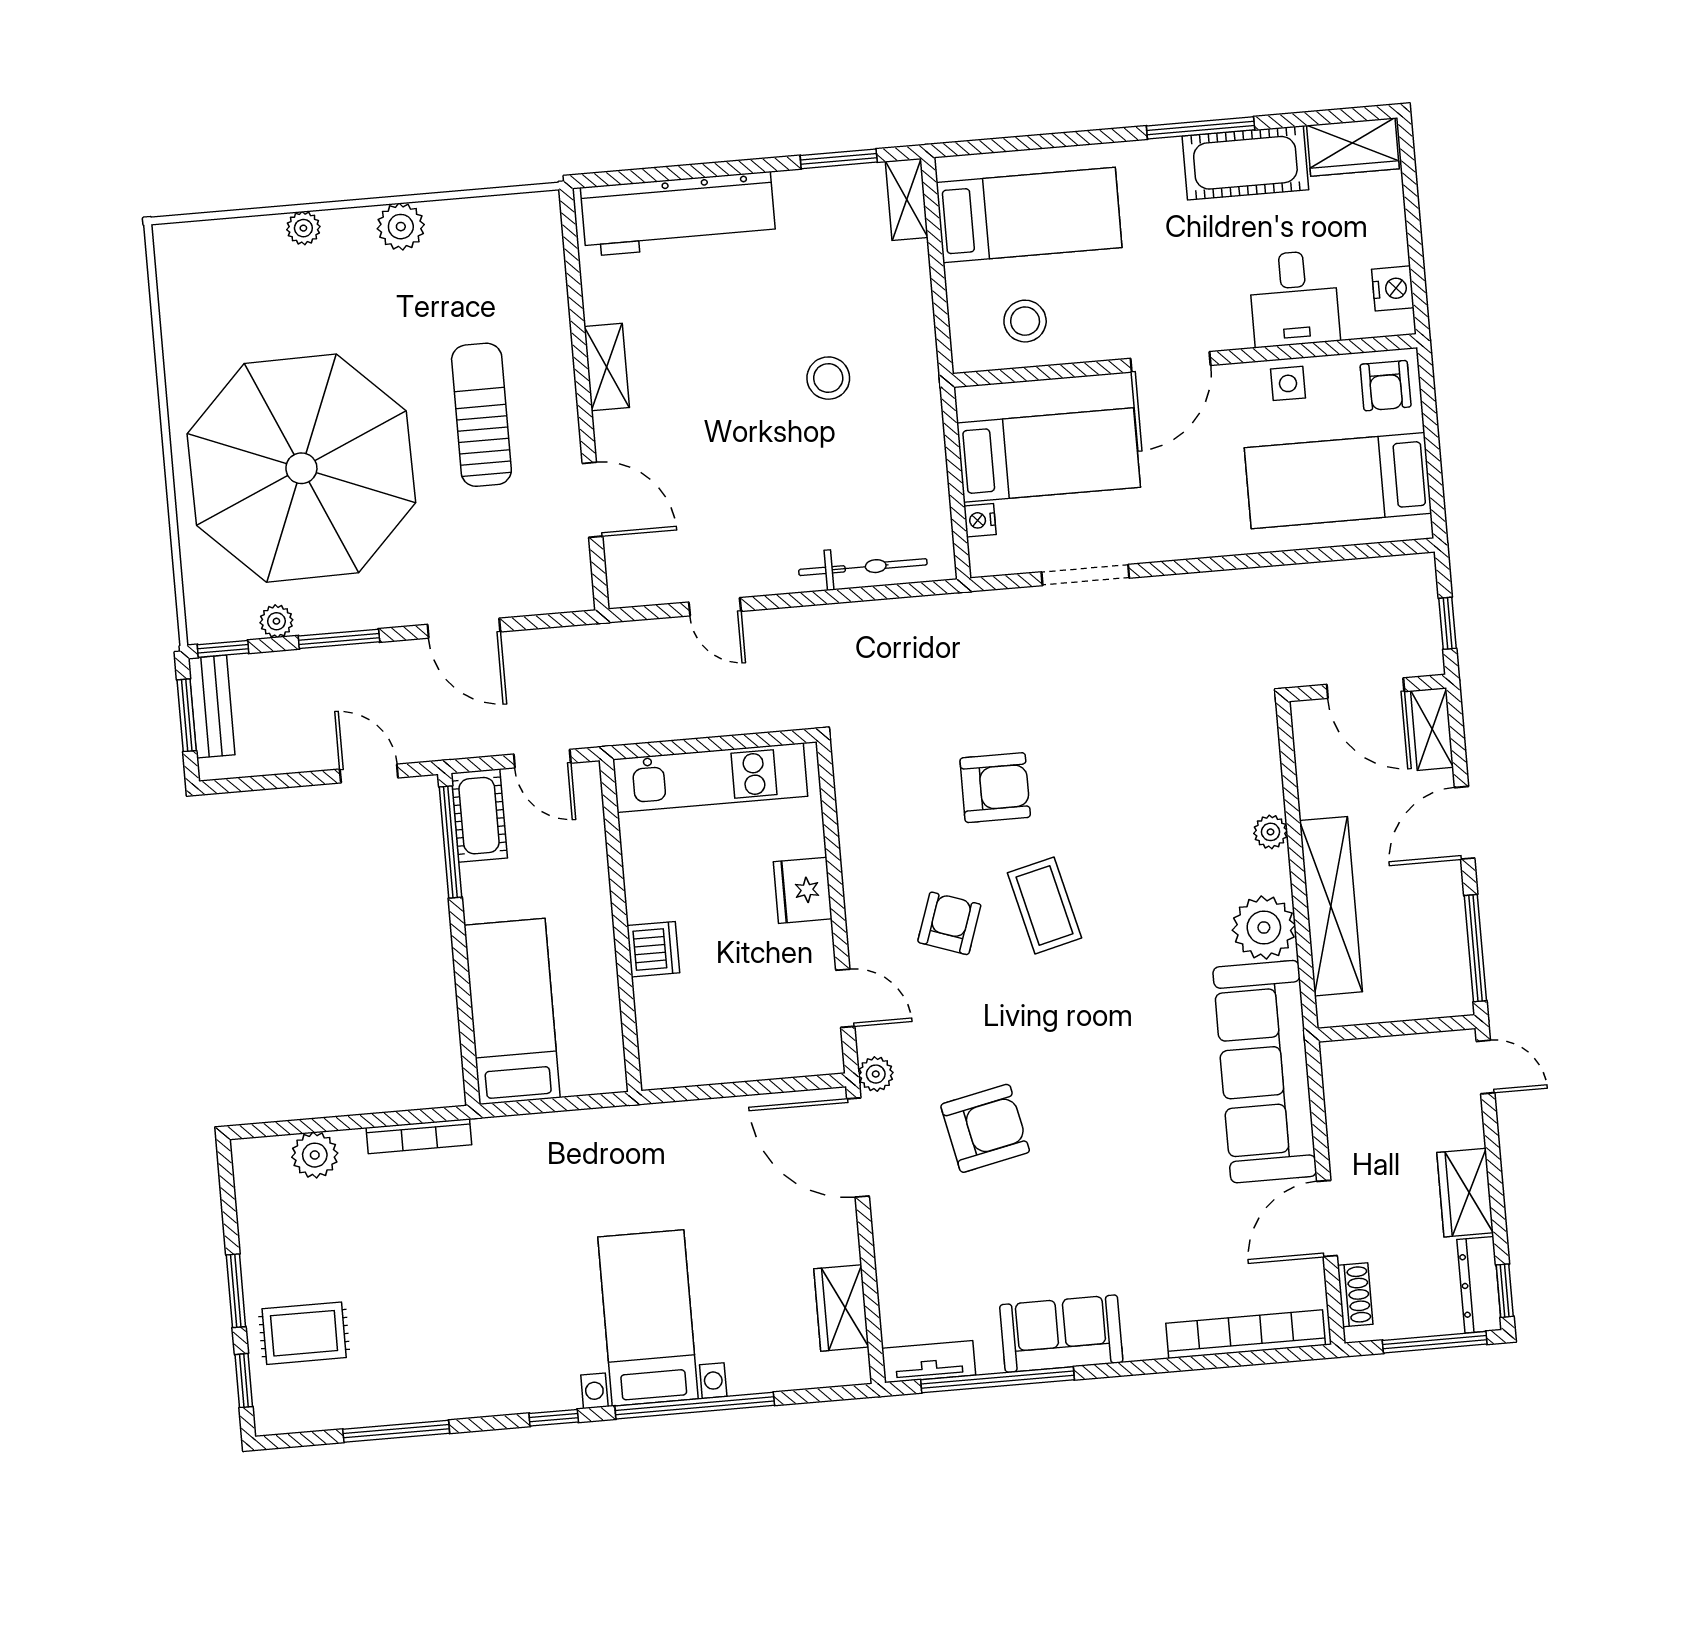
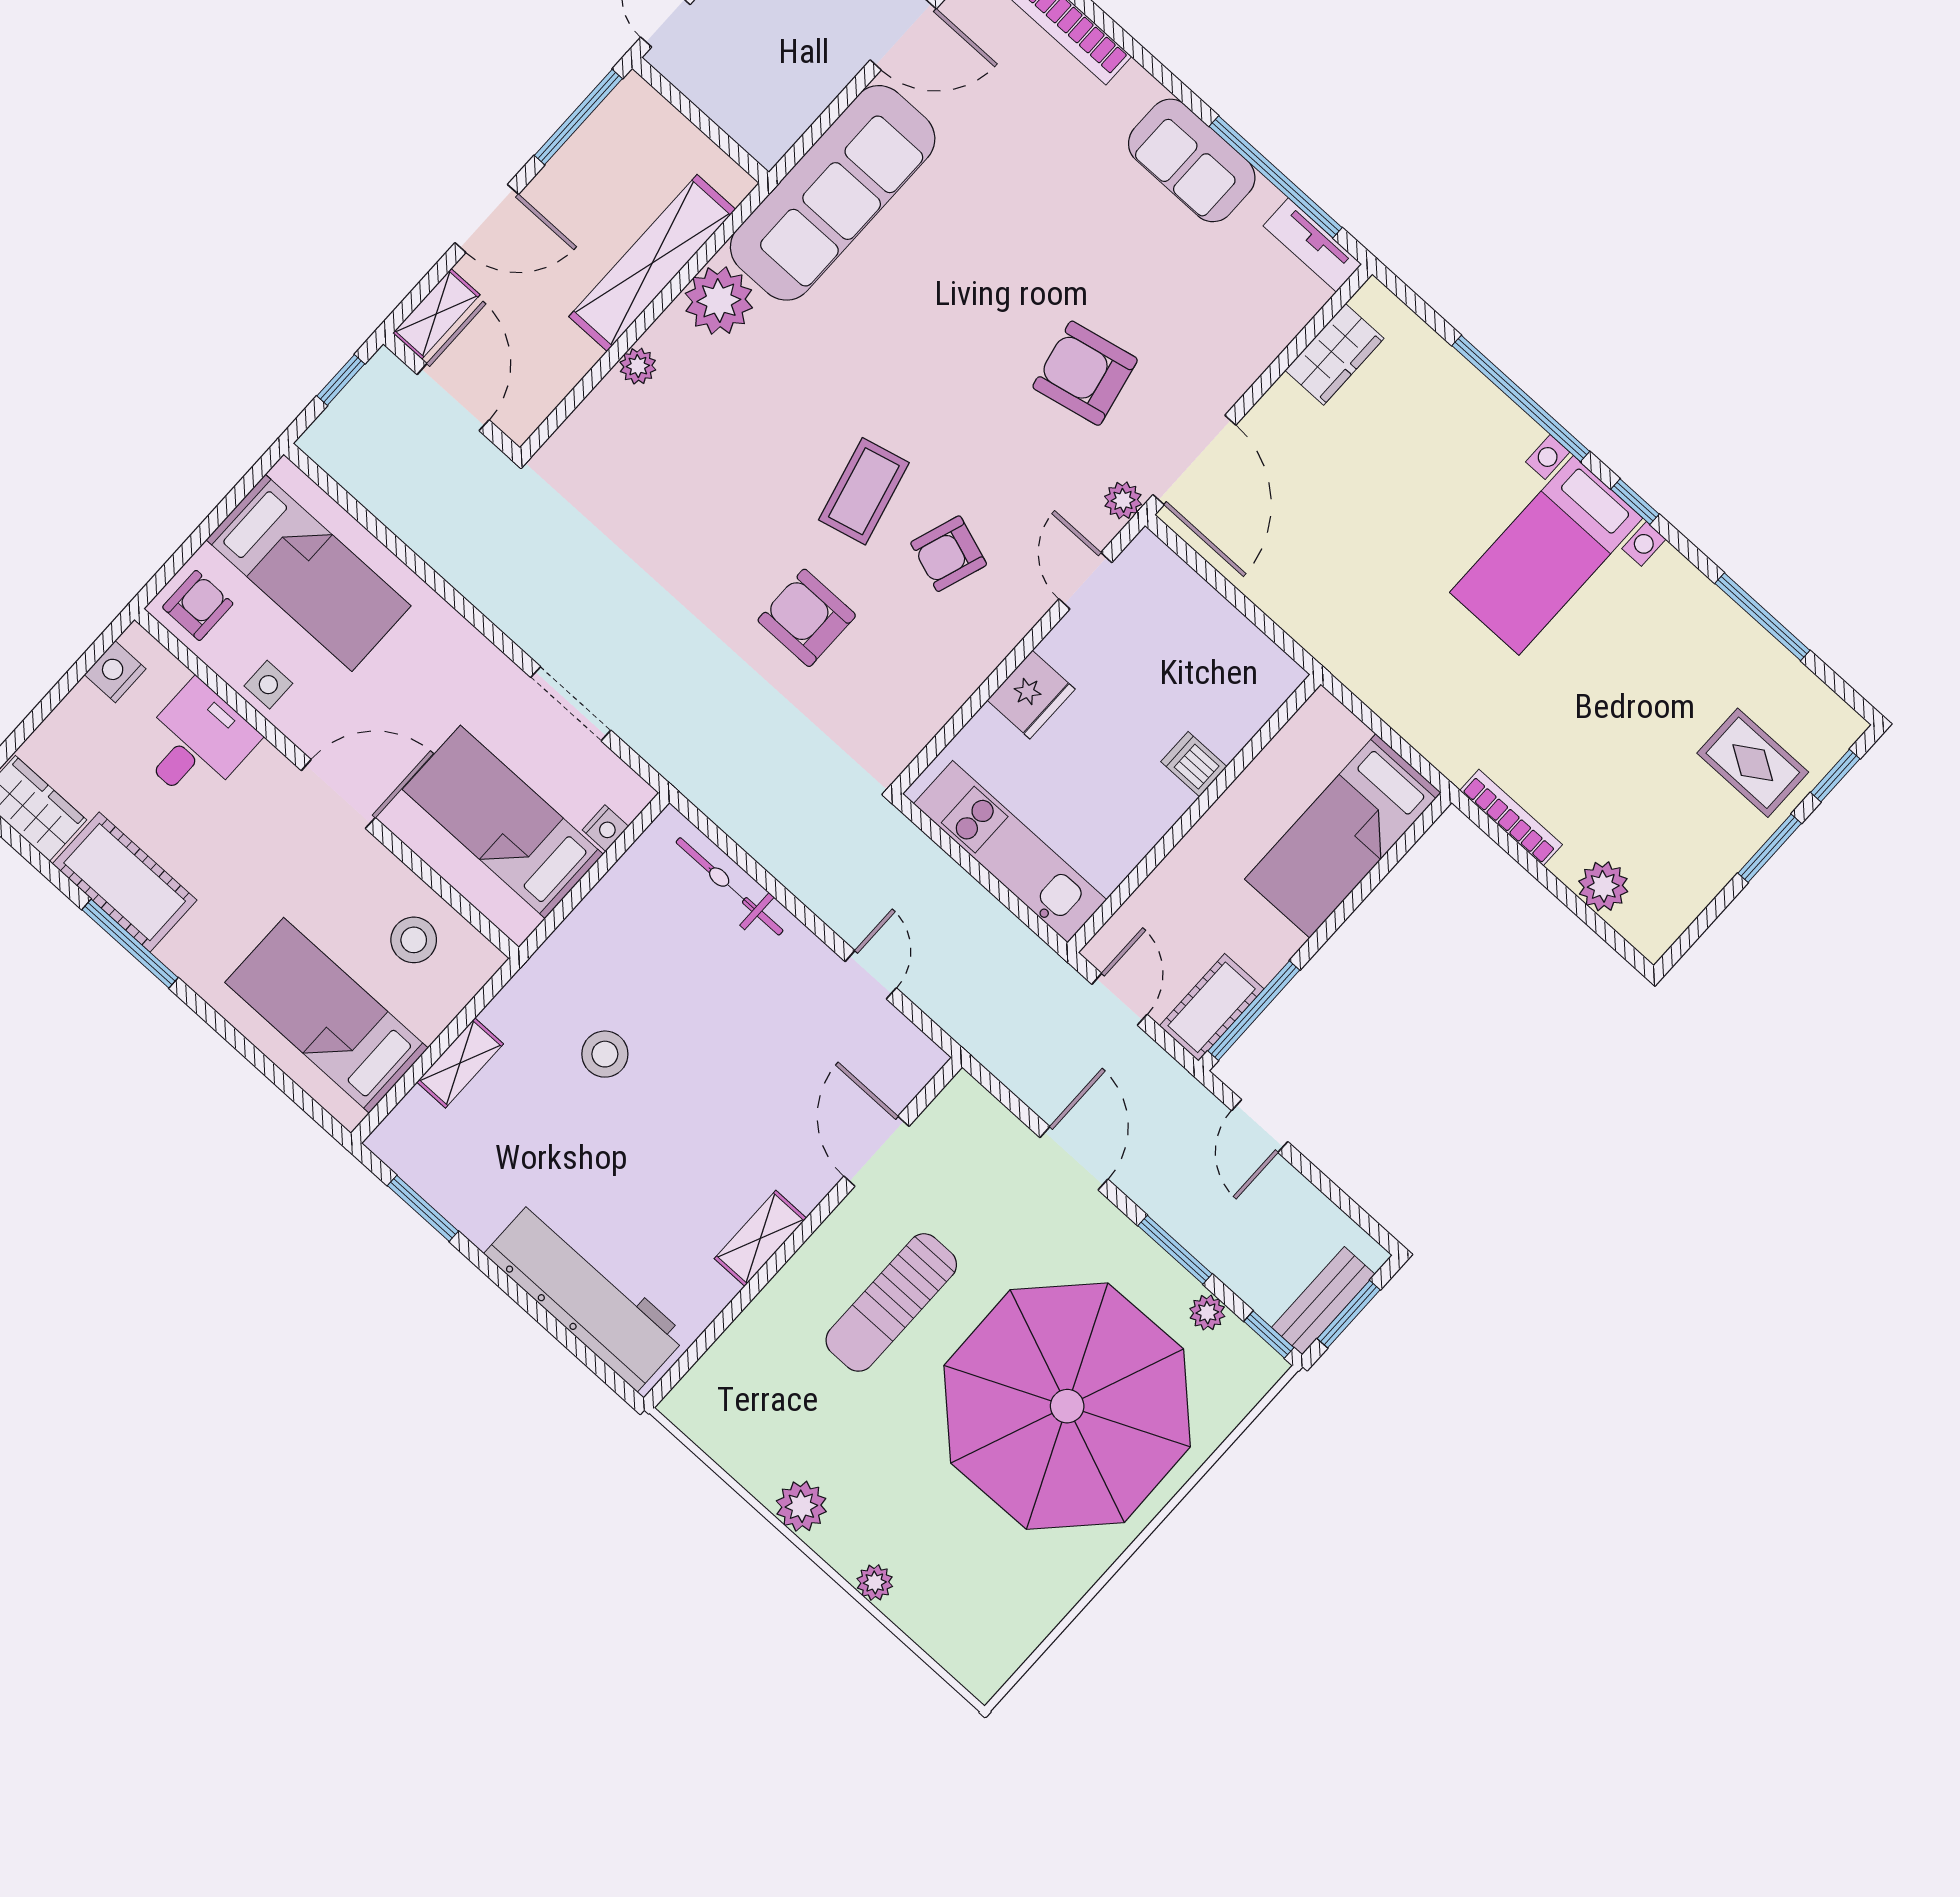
shelving: (907, 199) -> (460, 1063), moved
dishwasher: (653, 949) -> (1194, 764), width x0.73
bed with nightstands: (648, 1318) -> (1546, 555), moved

